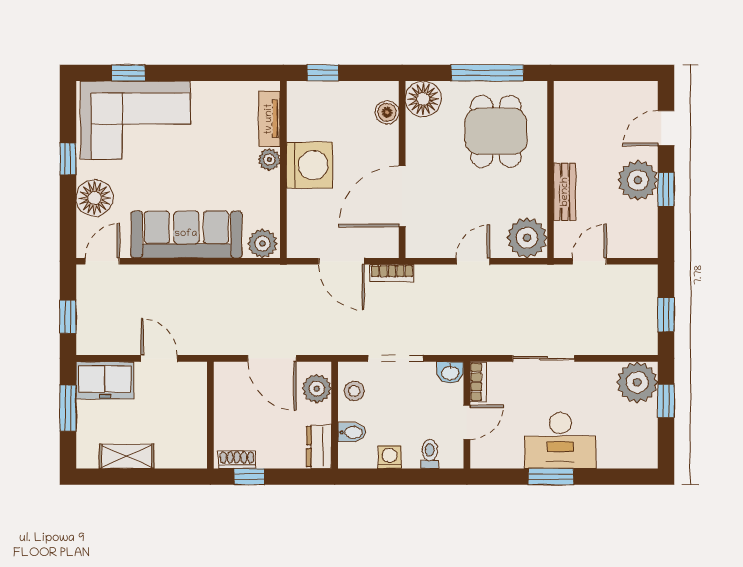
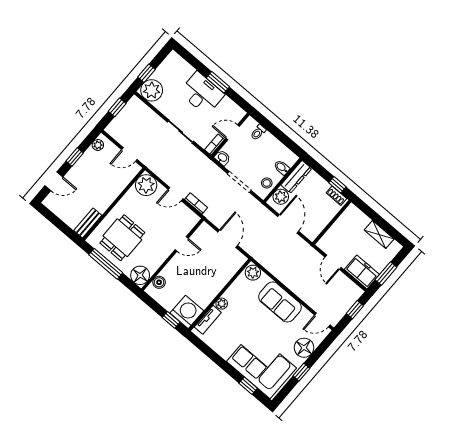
washing machine: (310, 165) -> (187, 312), moved, turned 90
plant: (638, 180) -> (98, 145), moved, width x0.53, depth x0.53
bench: (565, 192) -> (88, 223), moved
door: (402, 196) -> (182, 244), width x0.53
sofa: (186, 234) -> (280, 302), width x0.73
bookcase: (392, 273) -> (196, 203), moved
dresser: (319, 447) -> (296, 177), width x1.44
washing machine: (390, 457) -> (275, 145), removed

